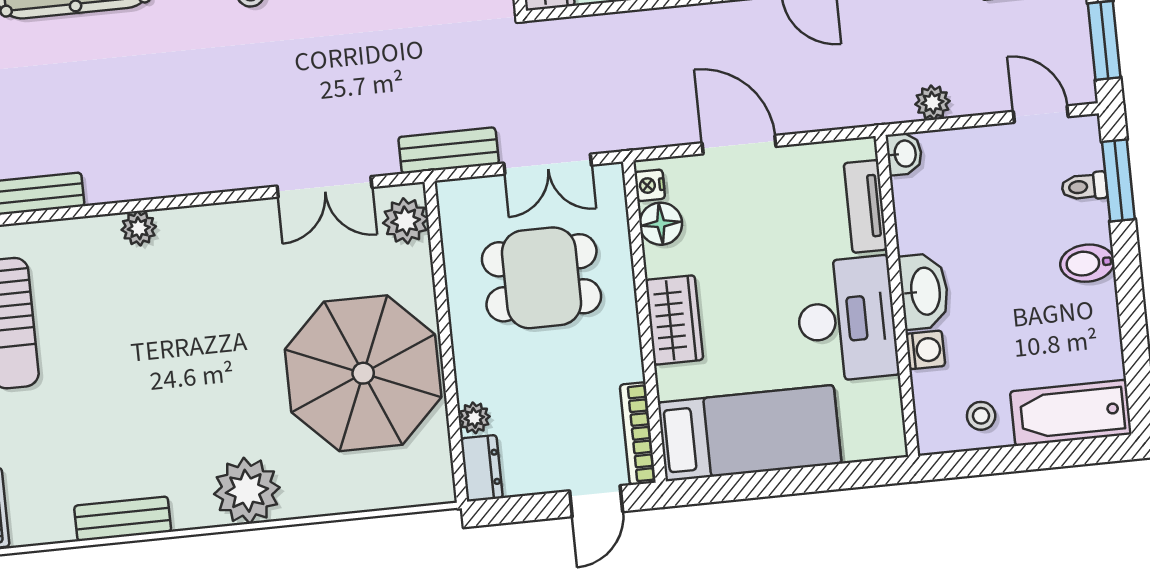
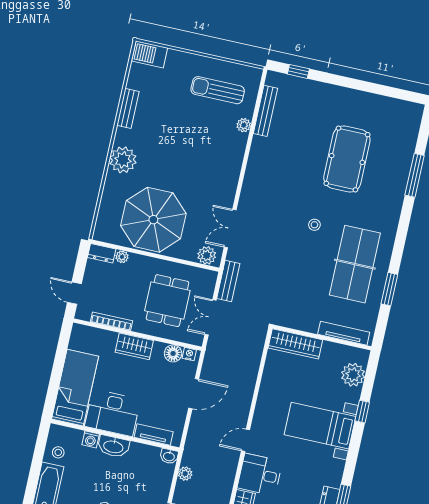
plant: (139, 228) -> (244, 125), moved
bed: (750, 433) -> (75, 388), moved, turned 180
bookcase: (638, 434) -> (111, 321), moved

